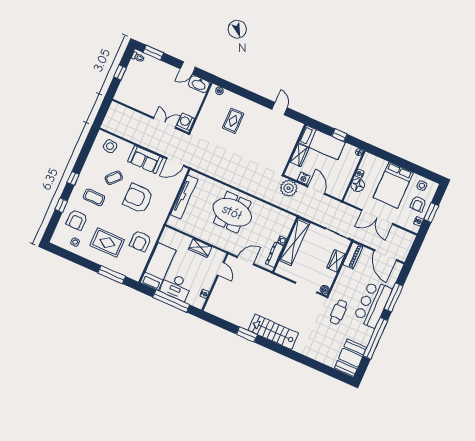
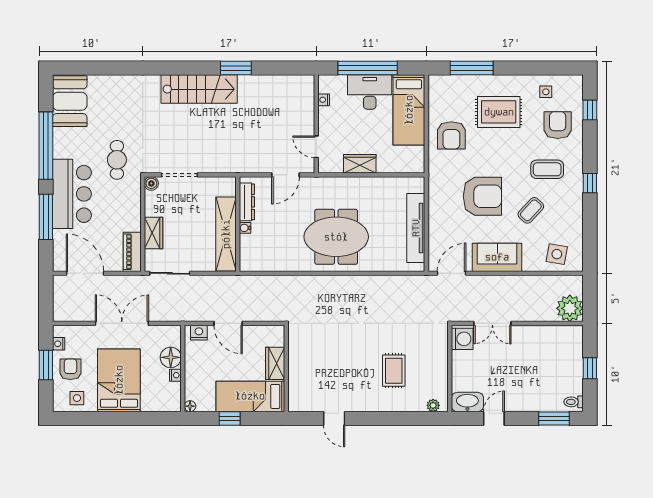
nightstand: (304, 178) -> (199, 333), moved
plant: (289, 188) -> (570, 308), moved
window: (61, 205) -> (590, 110), moved
armchair: (140, 241) -> (451, 135), turned 180

